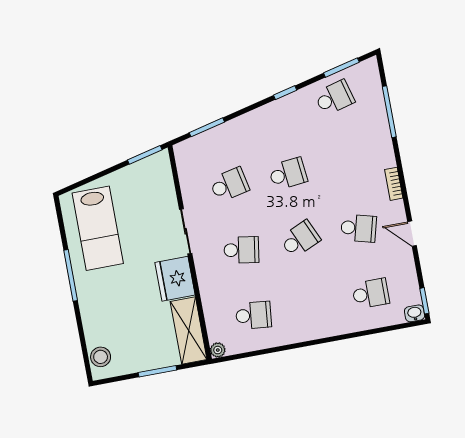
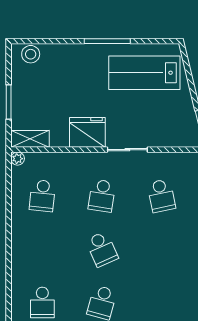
school desk: (288, 174) -> (161, 249), removed
shelving: (189, 331) -> (30, 139), width x0.67, depth x0.75

